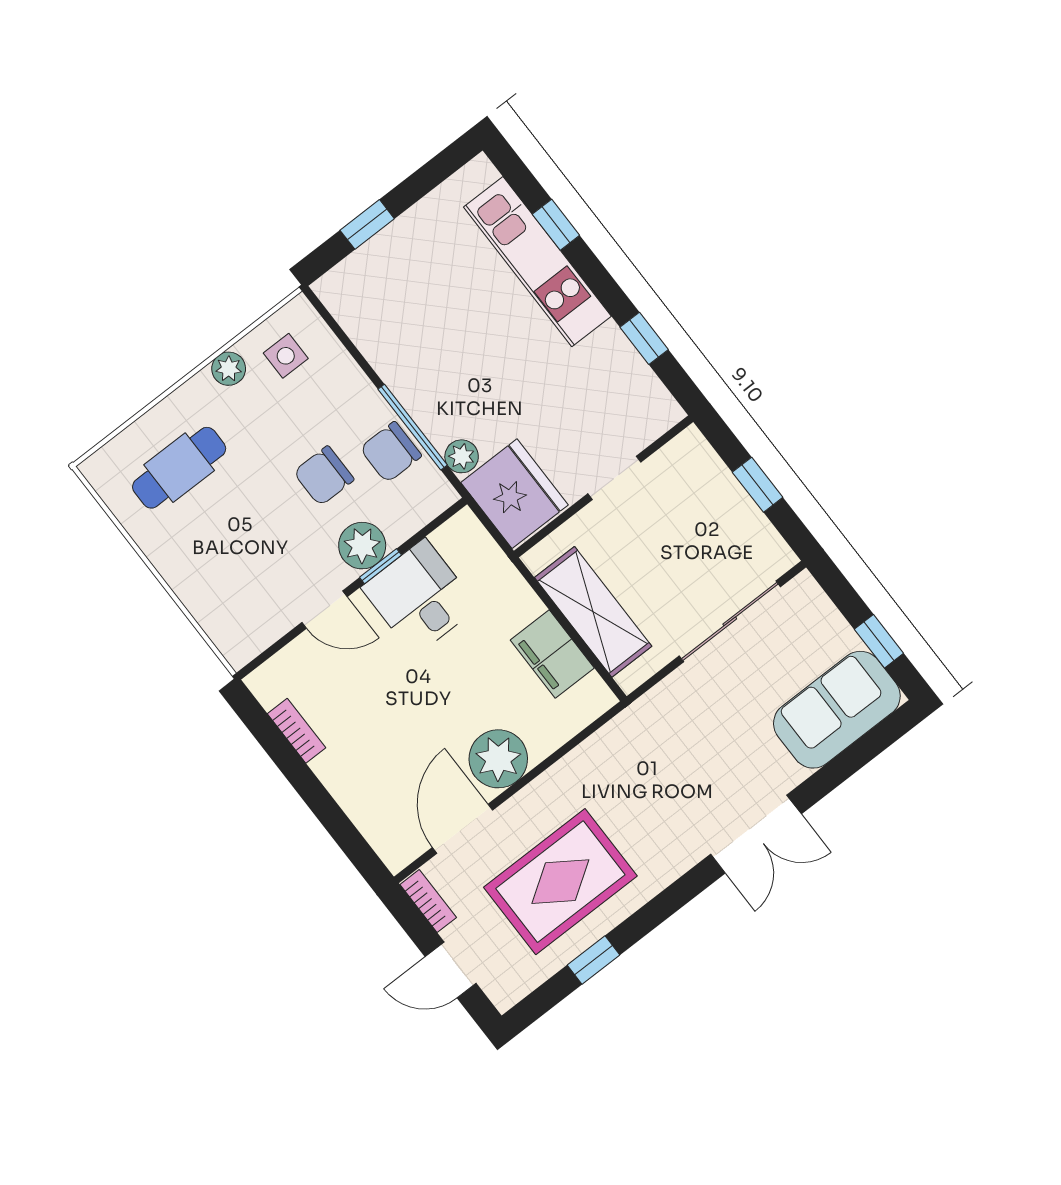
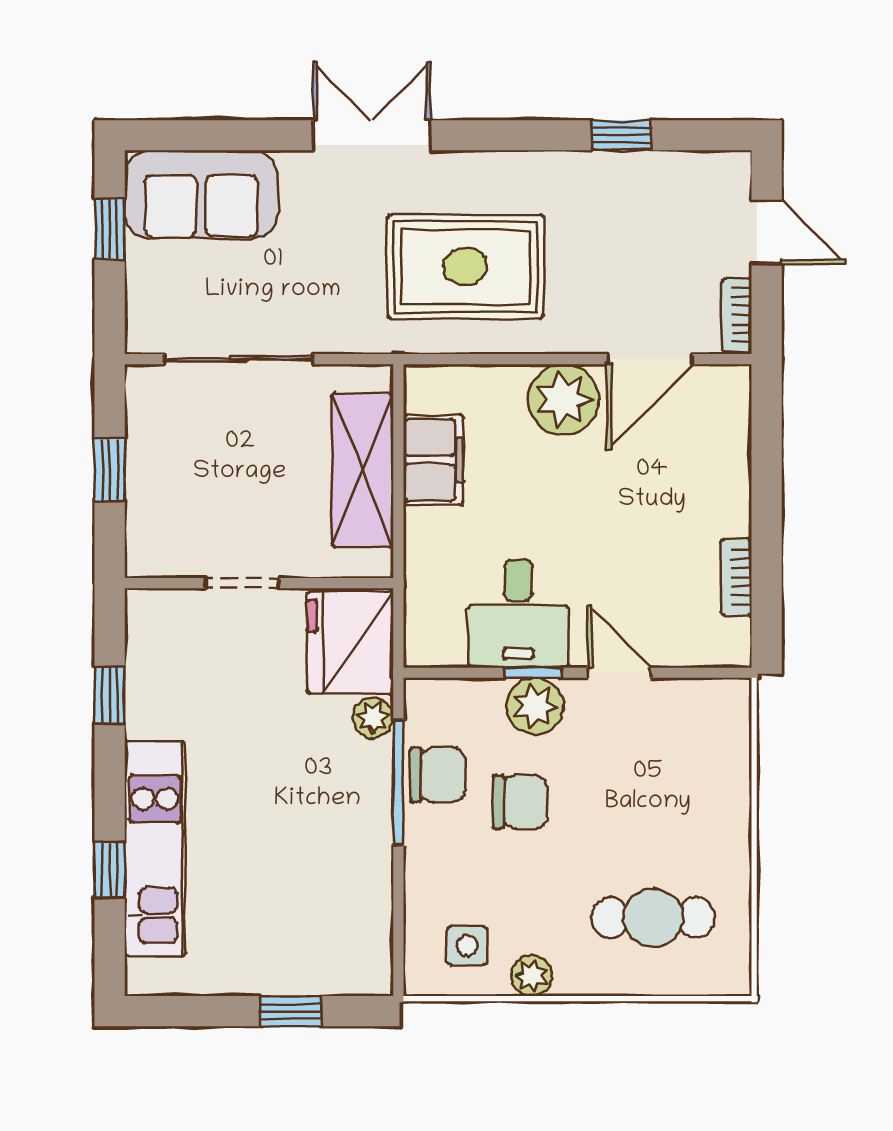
rug: (560, 882) -> (465, 267), moved

